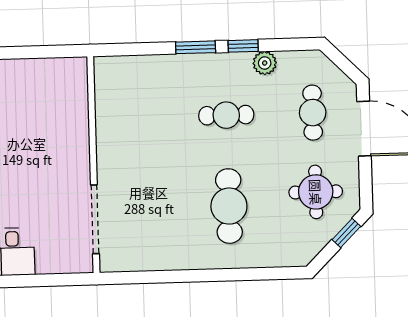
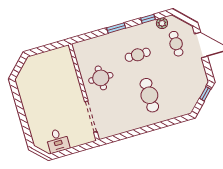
window: (243, 46) -> (148, 19), moved
plant: (265, 63) -> (162, 23), moved
round table: (316, 192) -> (101, 78), moved

